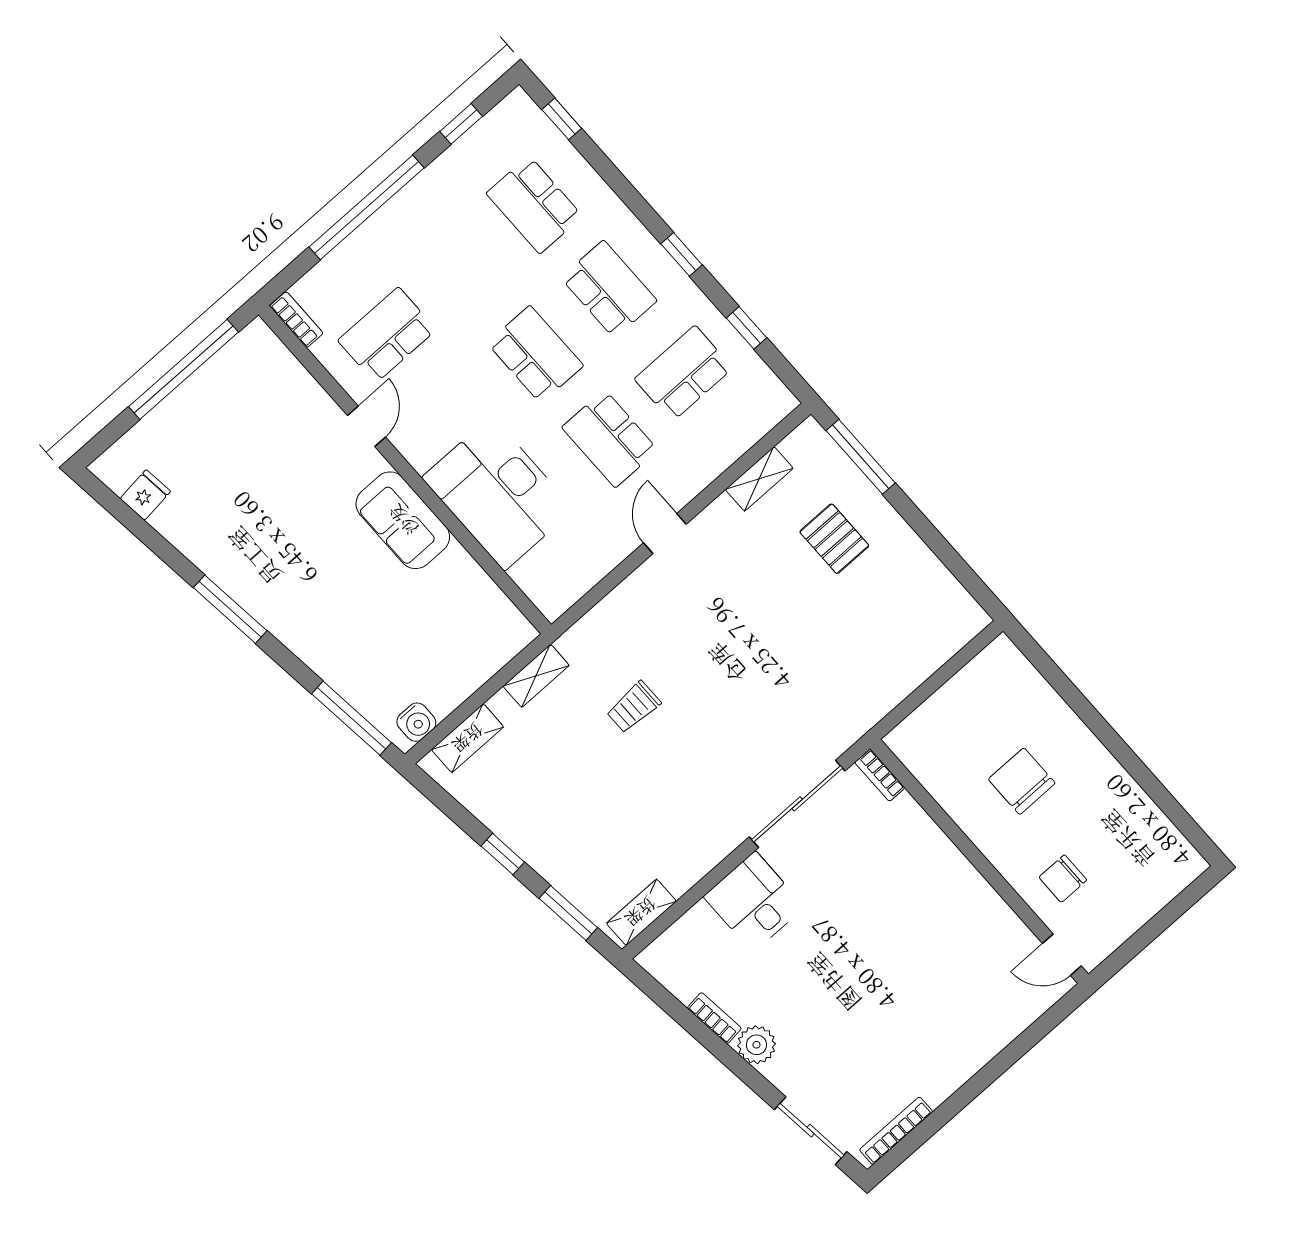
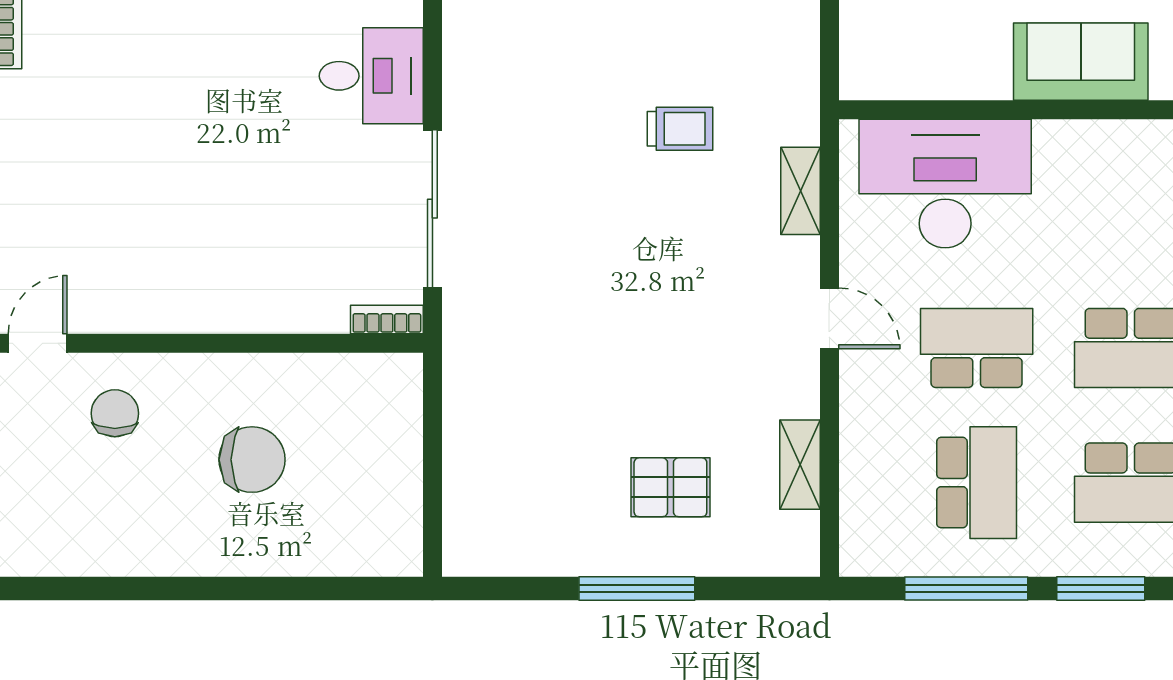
window: (681, 254) -> (1101, 589), width x1.50
window: (747, 328) -> (966, 589), width x2.17
window: (861, 457) -> (637, 589), moved
desk: (498, 493) -> (945, 184), moved
shelving: (536, 676) -> (800, 191), moved
trolley: (634, 707) -> (680, 129), turned 90

